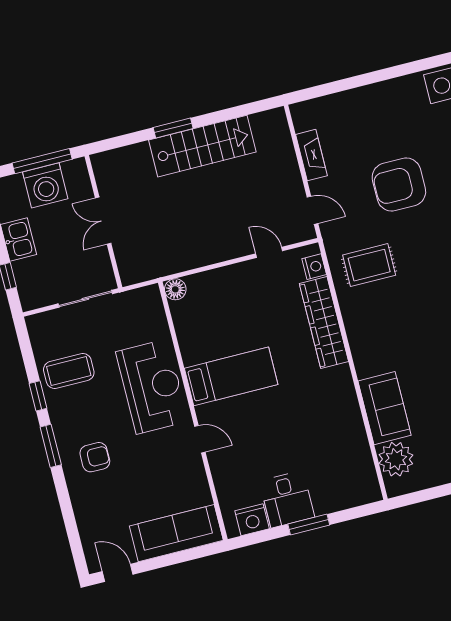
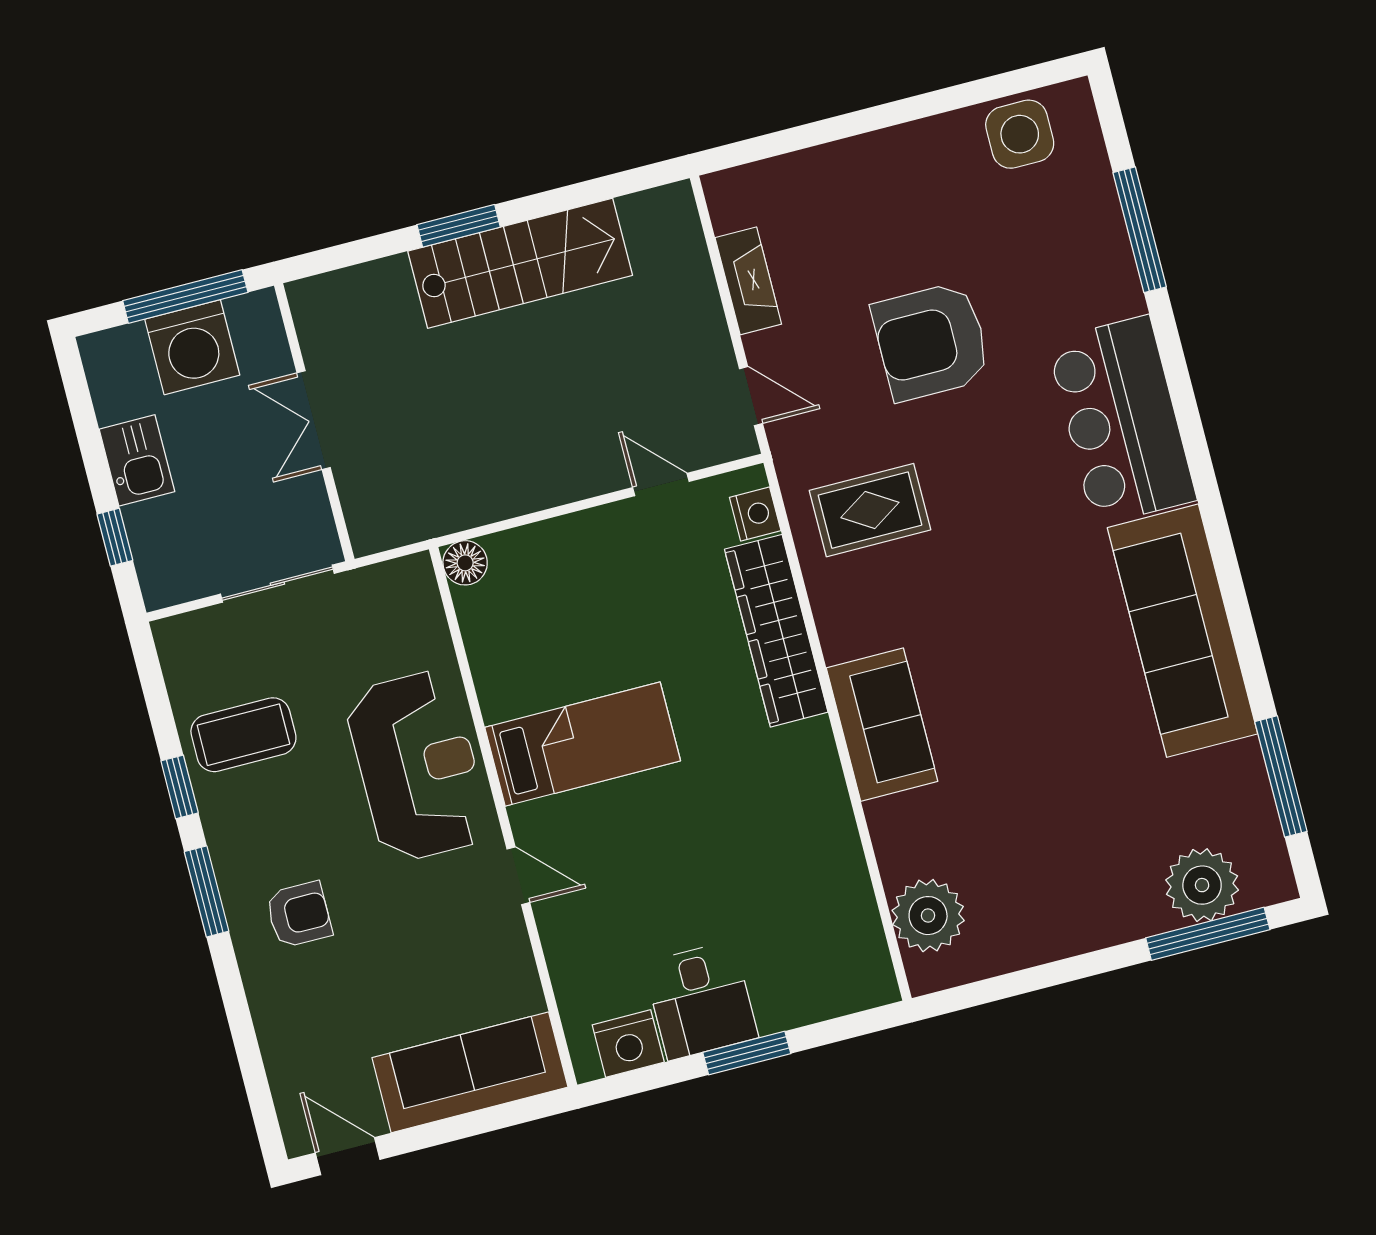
sofa: (385, 408) -> (882, 725), moved

